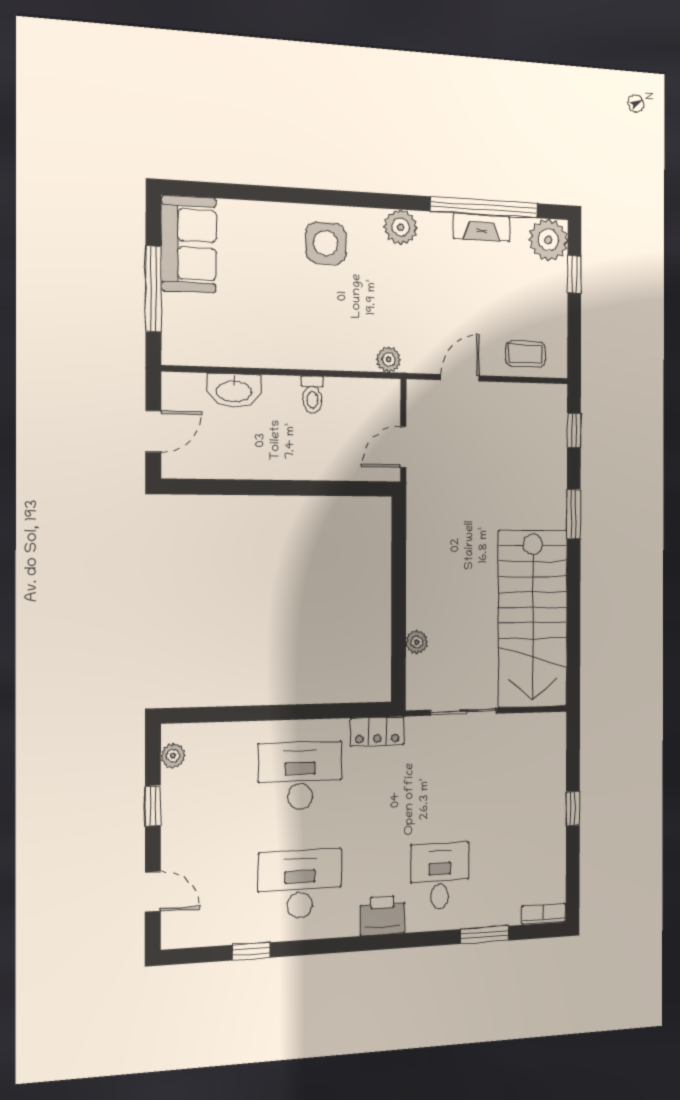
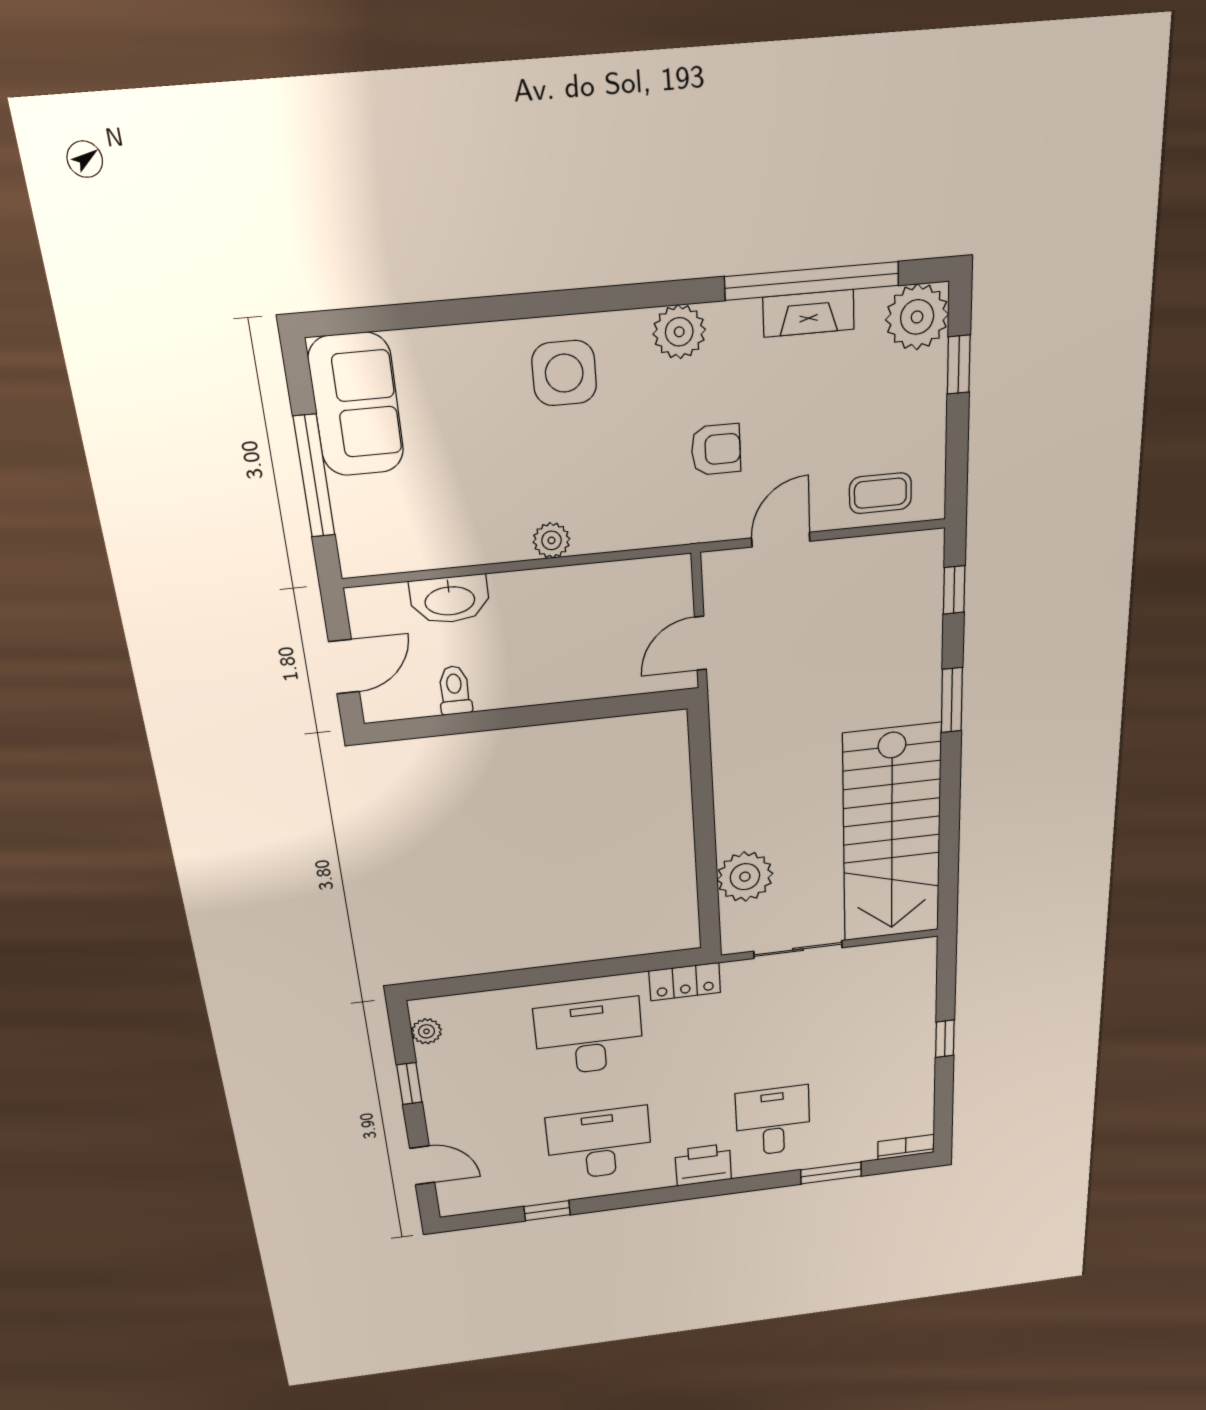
armchair: (420, 309) -> (716, 450), added
plant: (389, 360) -> (551, 540), moved
toilet: (312, 395) -> (455, 690), moved, turned 180
plant: (417, 642) -> (745, 877), width x1.88, depth x1.88

